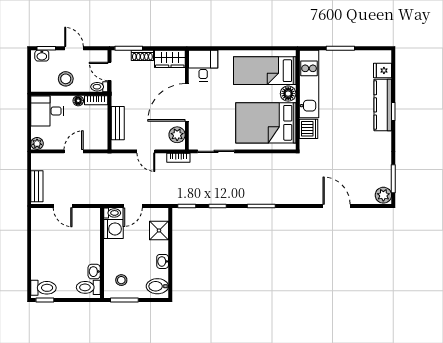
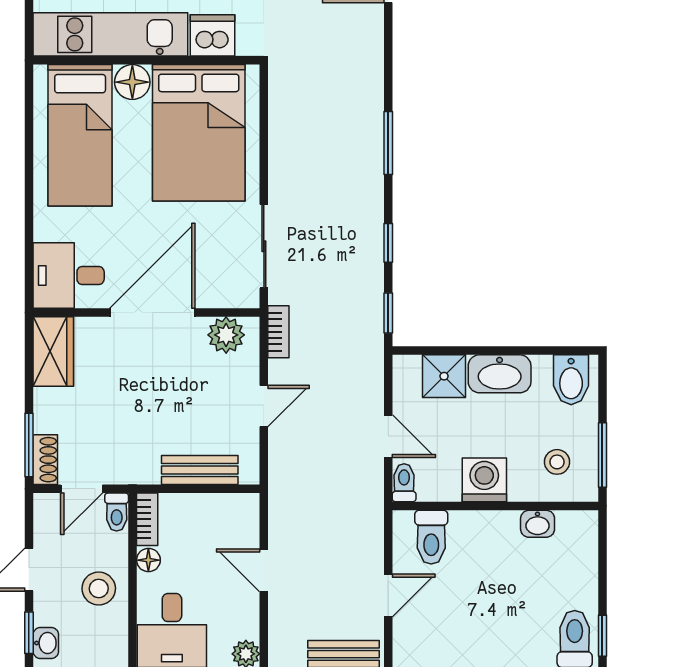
shoe rack: (142, 55) -> (45, 460), moved
door: (187, 102) -> (152, 313), swing flipped
washing machine: (113, 229) -> (484, 480), moved
washbasin: (163, 261) -> (500, 374), width x1.91, depth x1.45
toilet: (88, 287) -> (431, 537), moved

